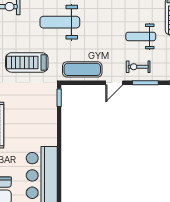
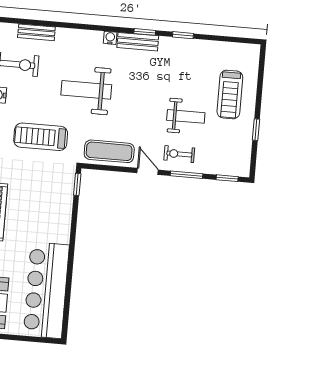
weight bench: (141, 36) -> (186, 116), turned 180
door: (114, 83) -> (148, 171), swing flipped

